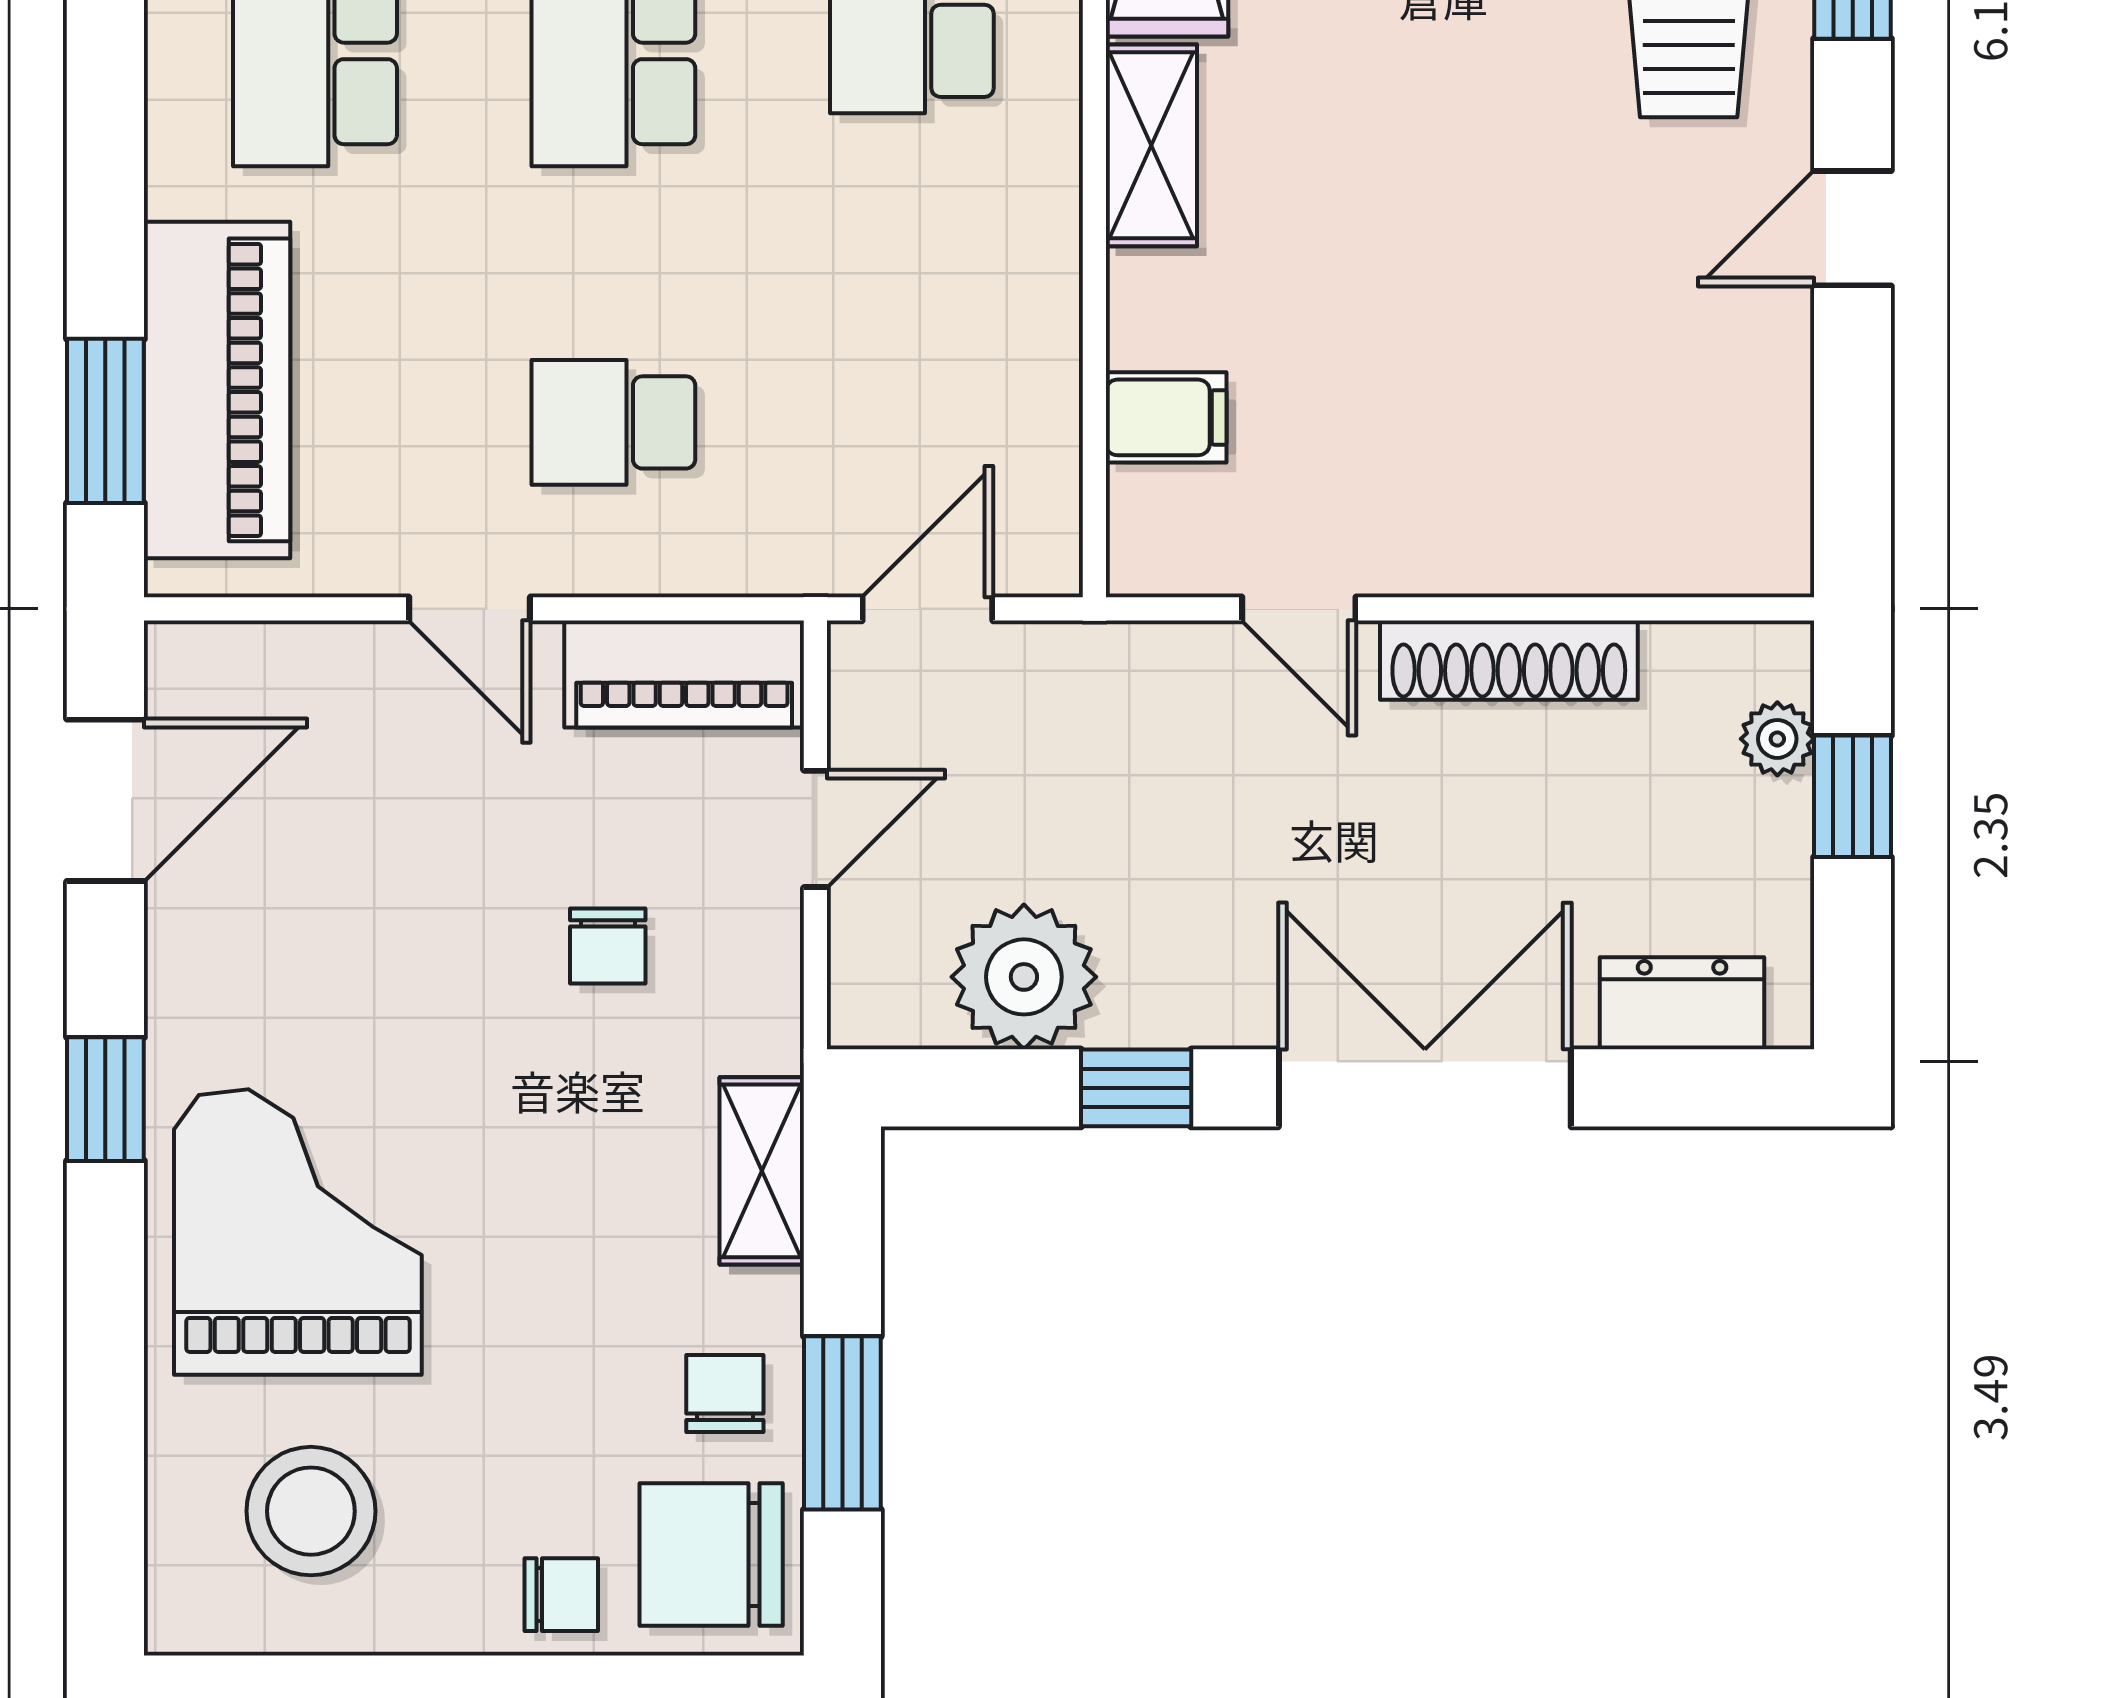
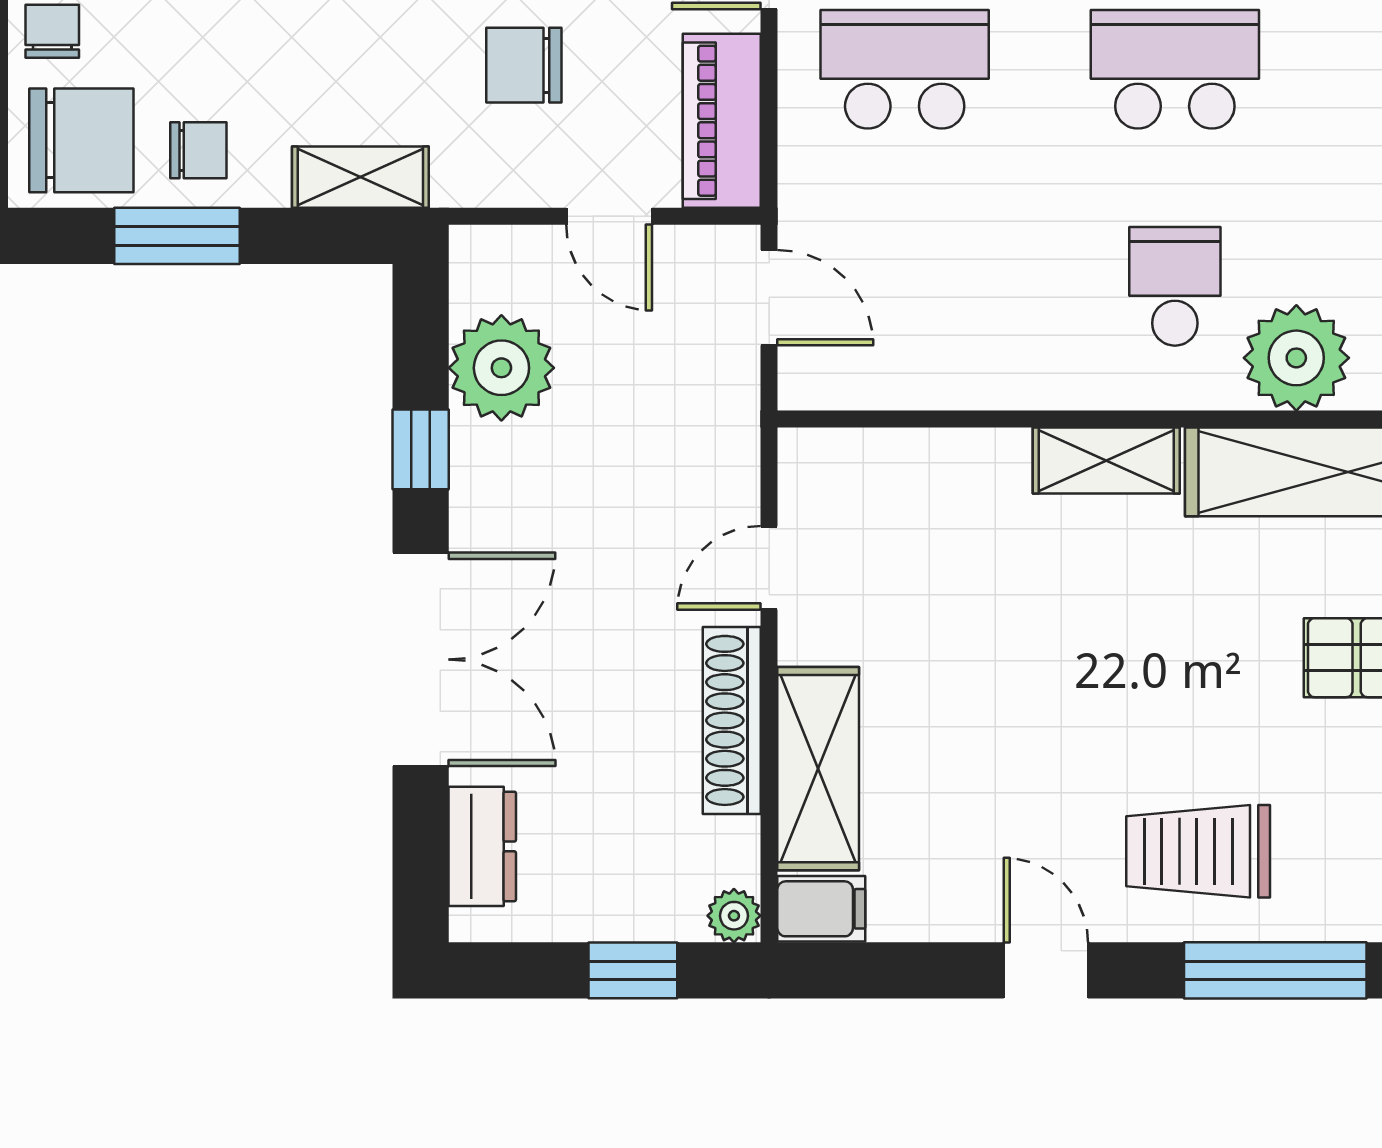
filing cabinet: (1166, 417) -> (821, 909), moved, turned -90
school desk: (613, 422) -> (905, 69), width x1.85
shelving: (1575, 541) -> (818, 769), added
plant: (1777, 739) -> (734, 916), moved
chair: (608, 946) -> (524, 65), width x1.37, depth x1.37
chair: (711, 1555) -> (81, 140), turned 90
chair: (561, 1595) -> (52, 31), turned 180

